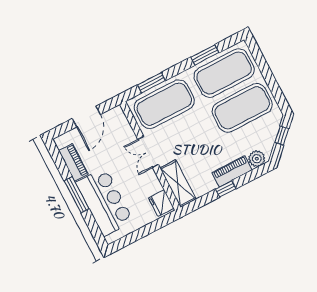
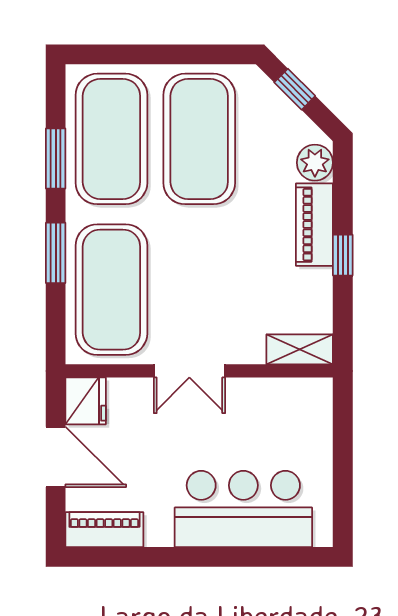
window: (151, 83) -> (56, 253), moved
piano: (73, 162) -> (104, 530), moved
shelving: (178, 184) -> (300, 349), width x0.67, depth x0.75
window: (77, 195) -> (201, 557), removed
fridge: (161, 203) -> (86, 401), moved, turned -90

